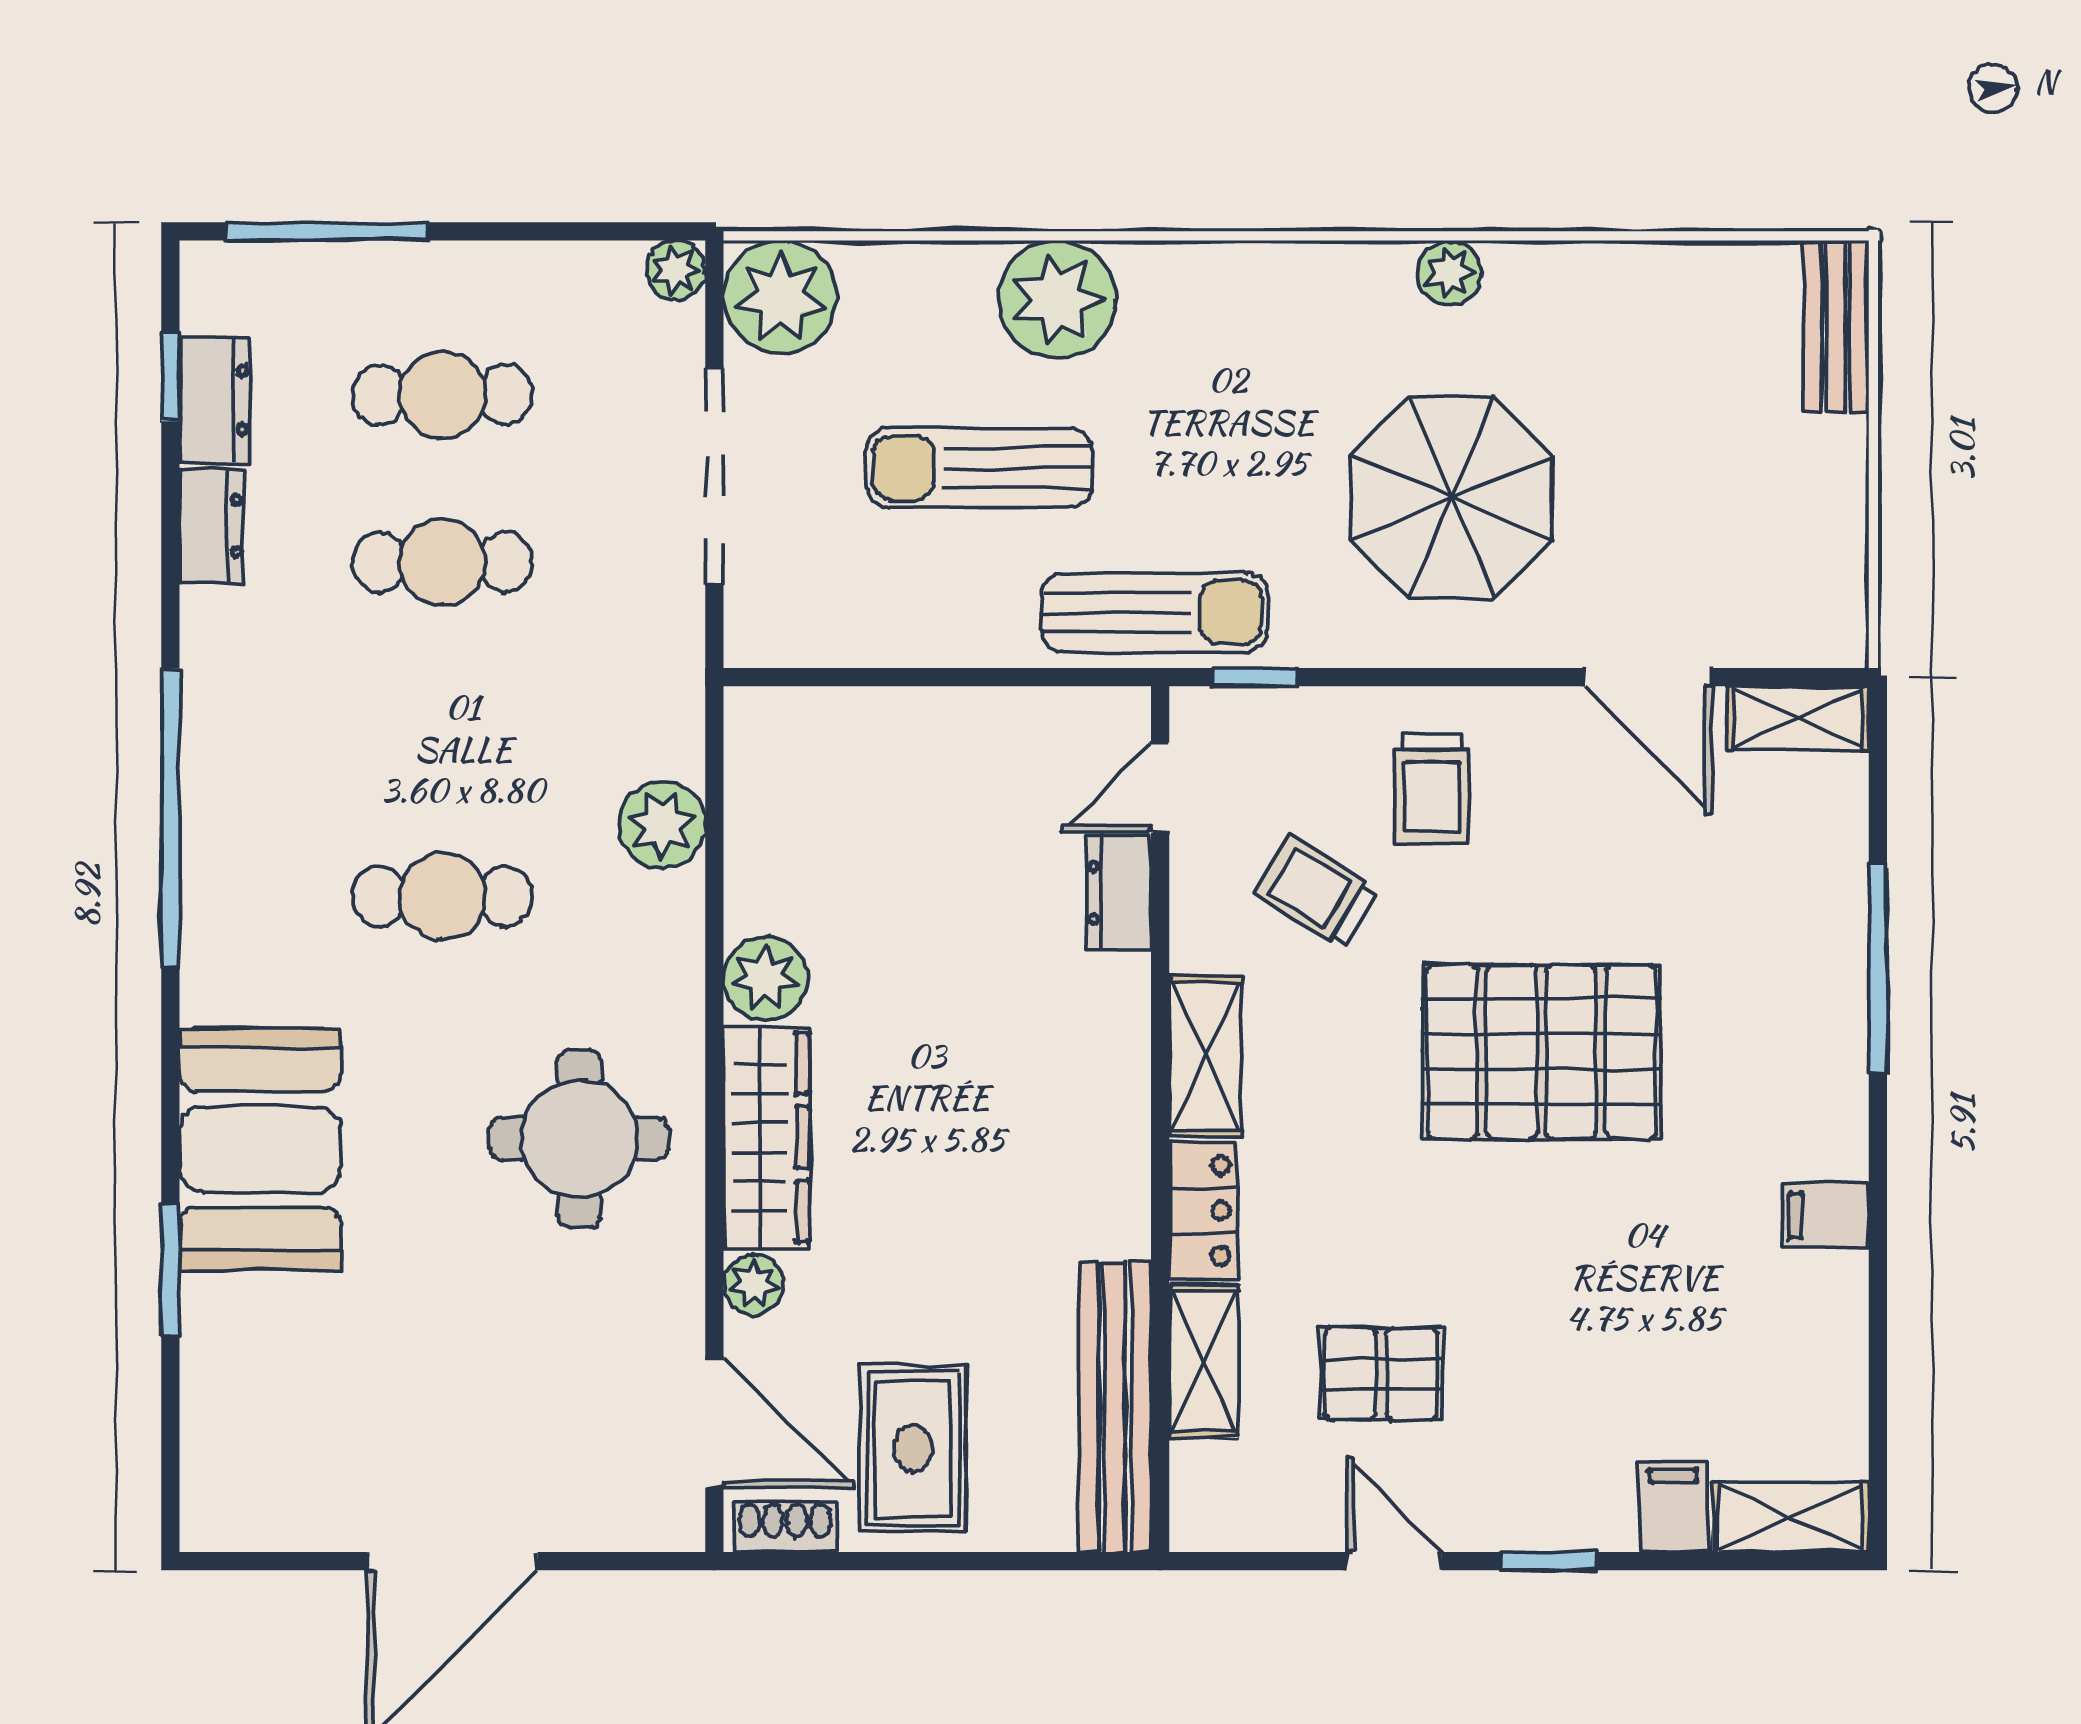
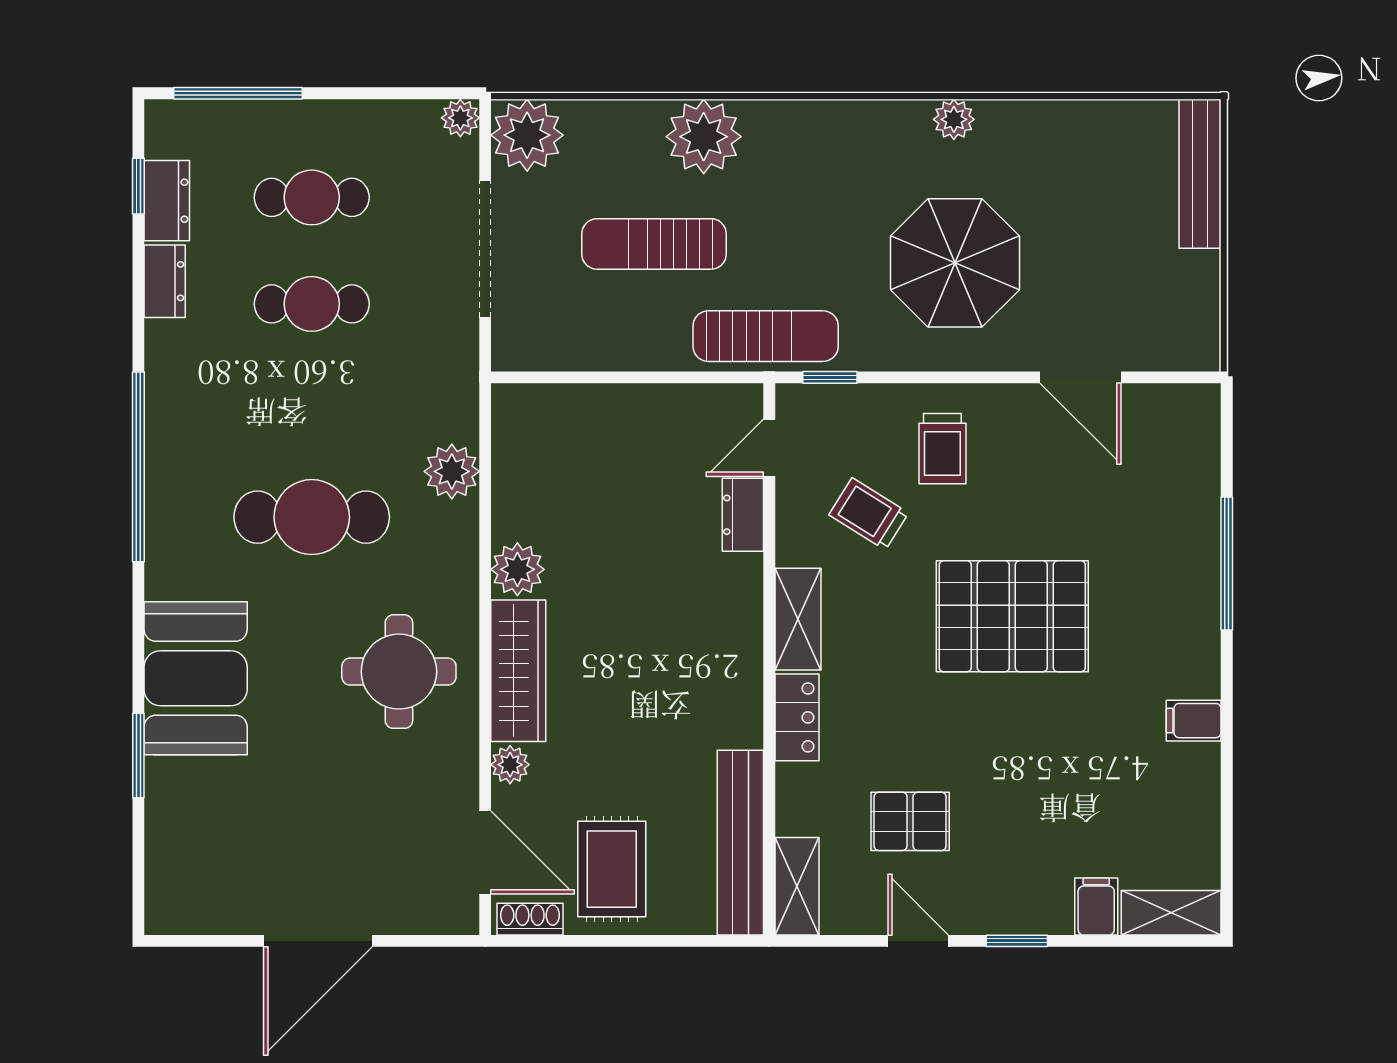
bench: (1836, 326) -> (1200, 174), width x1.36
shelving: (1798, 718) -> (1176, 403), removed
cafe table: (442, 896) -> (312, 517), width x1.37, depth x1.35
shelving: (1204, 1361) -> (797, 886), moved

